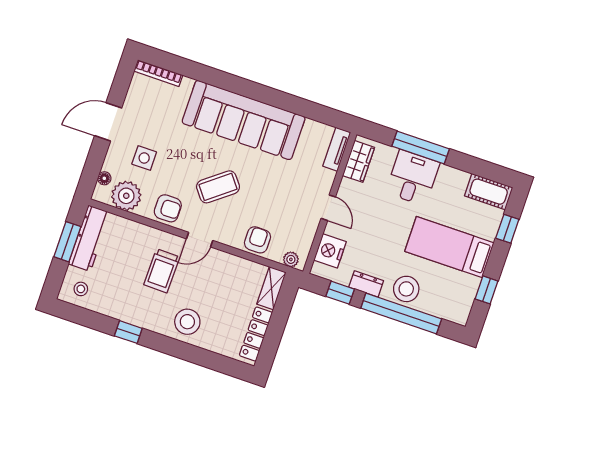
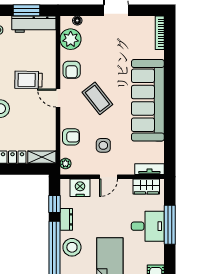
side table: (144, 158) -> (103, 145), moved

